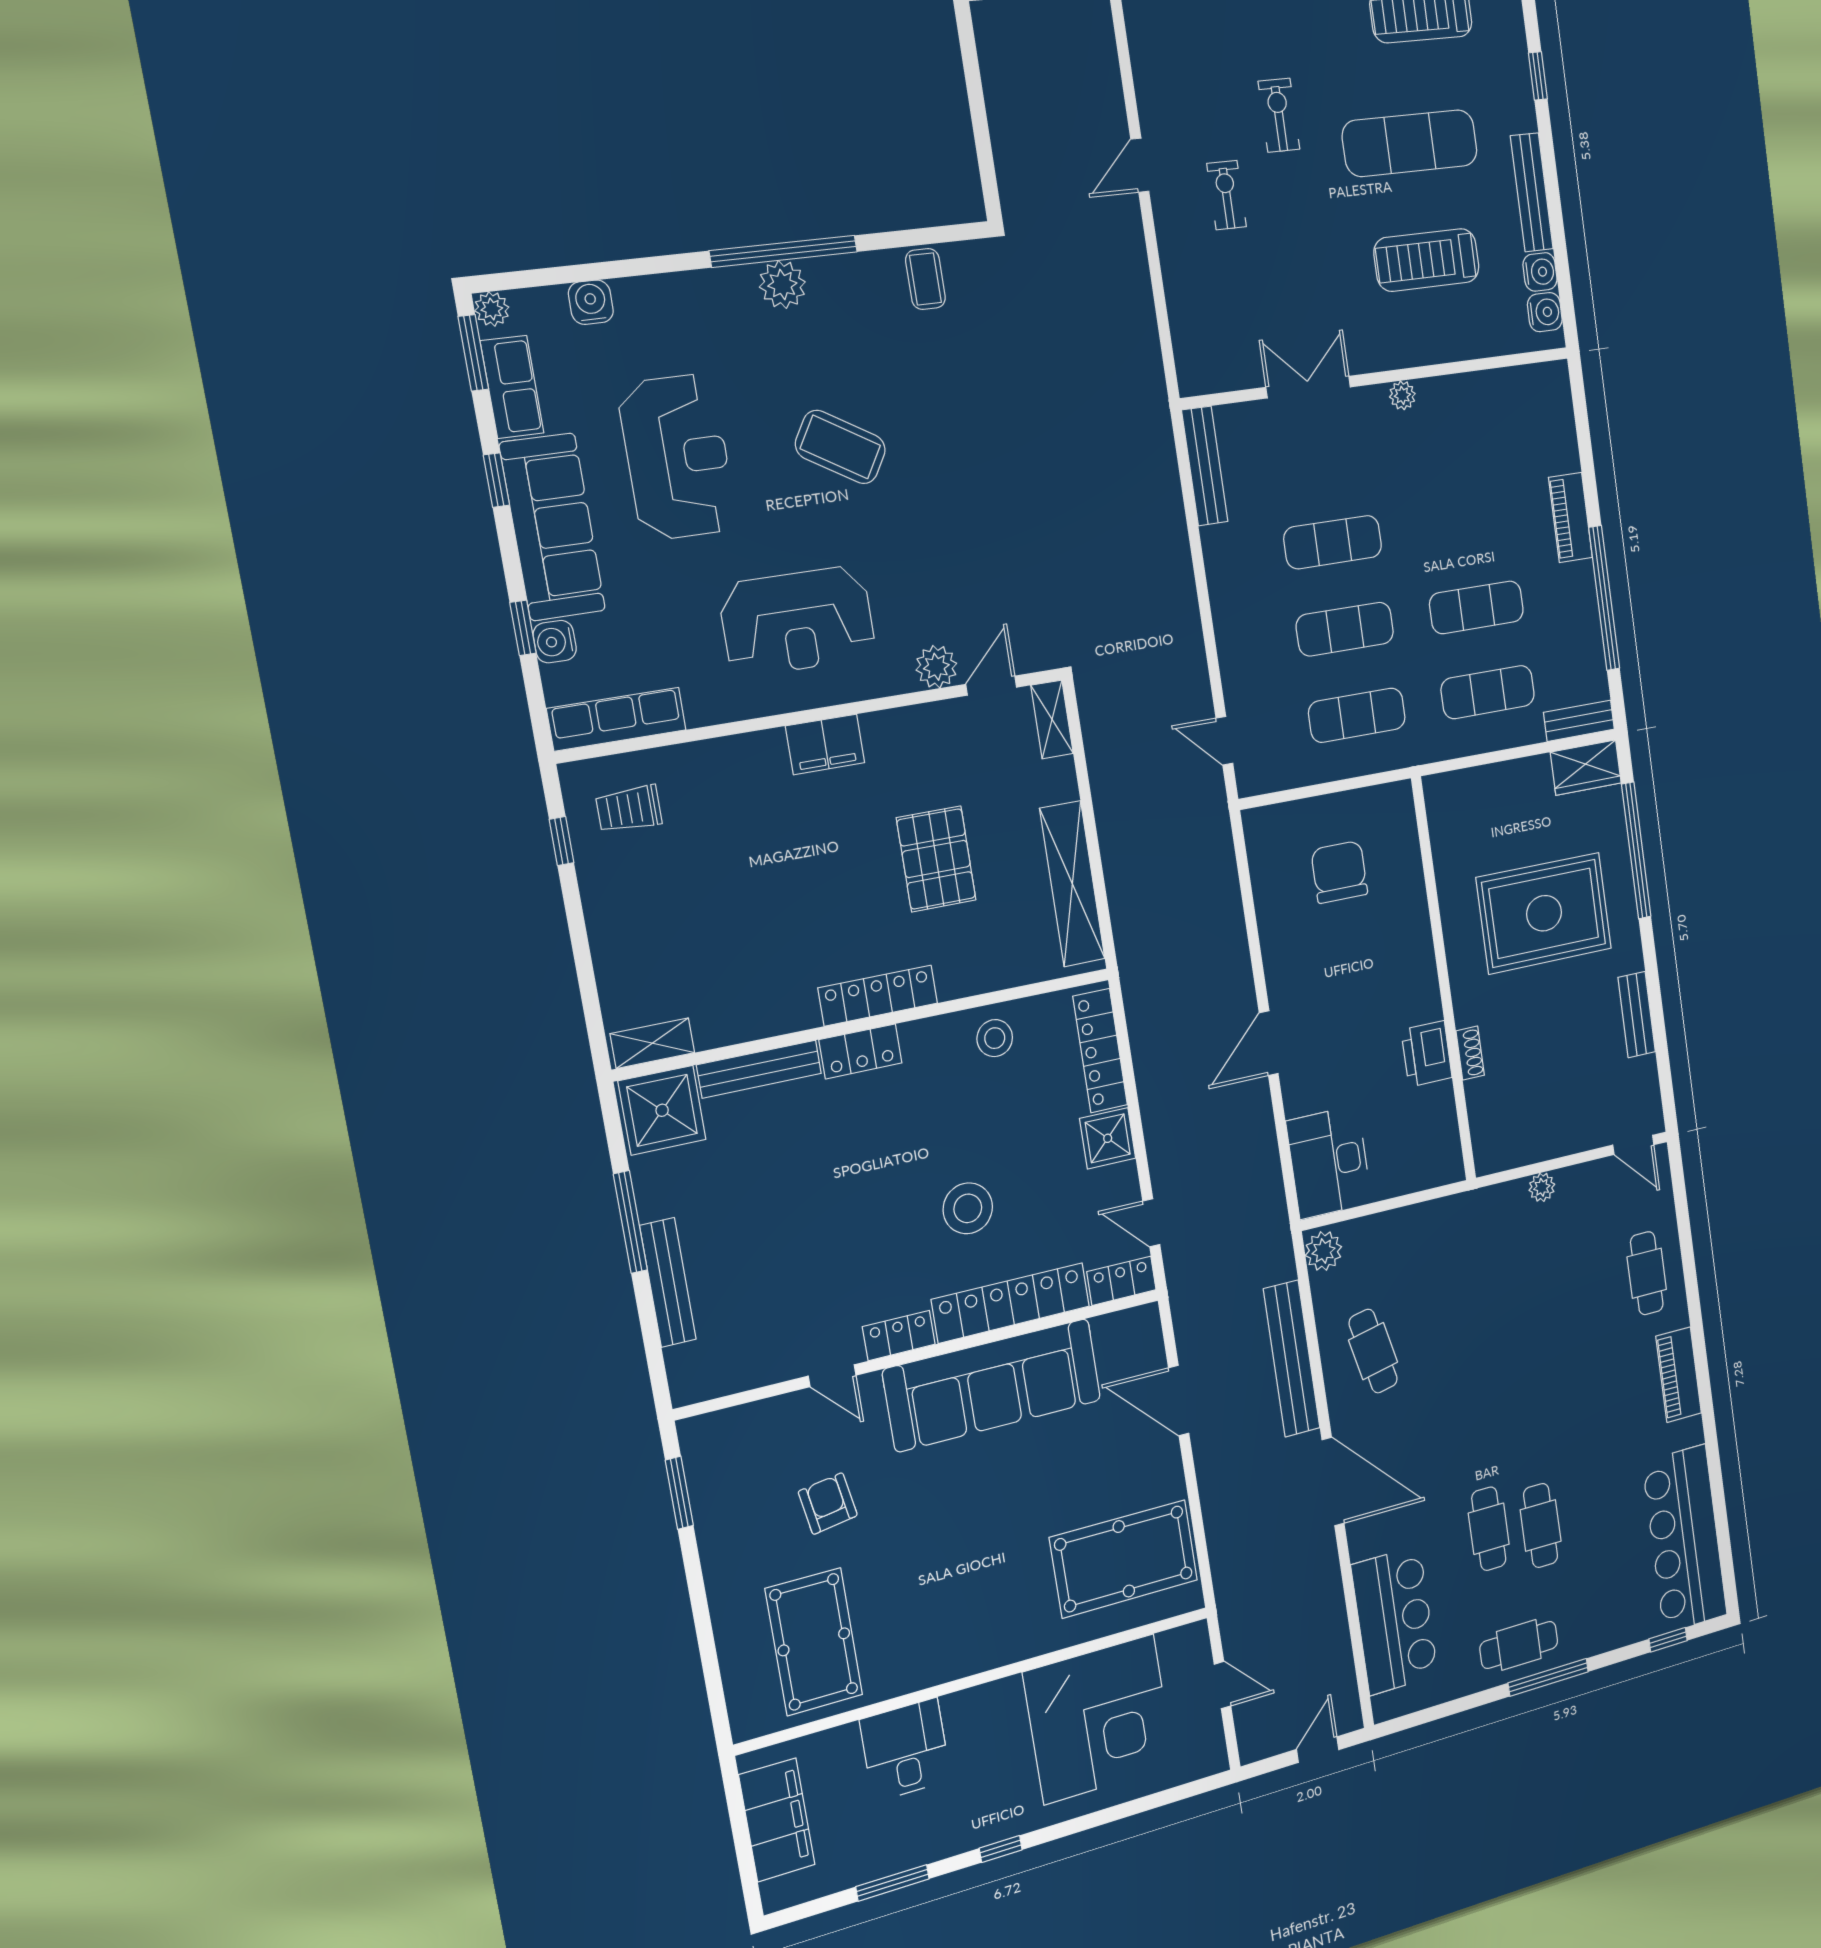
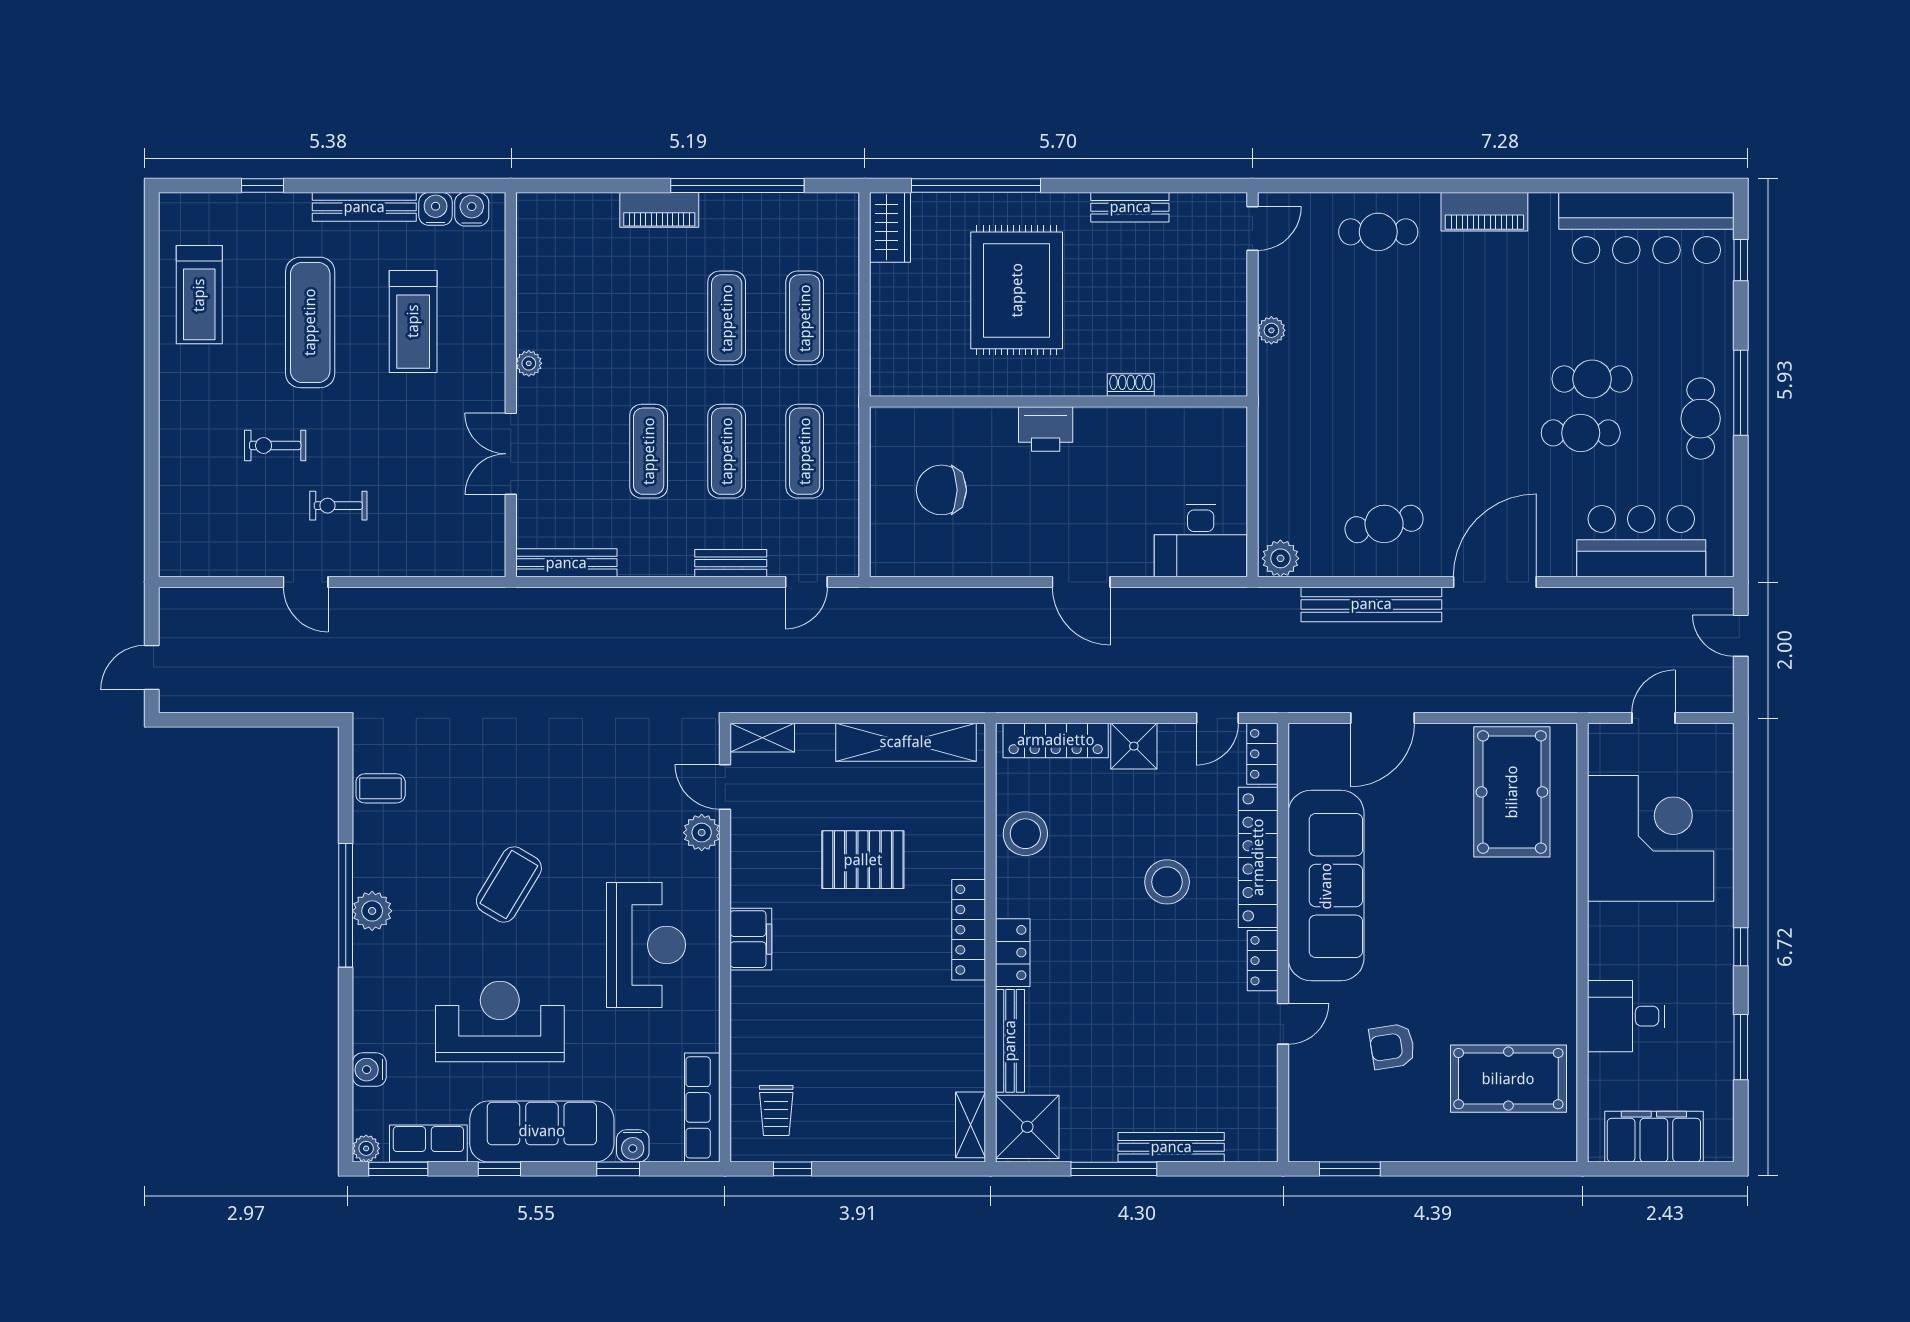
bench: (1579, 721) -> (731, 563), moved, turned 90
stool: (995, 1038) -> (1025, 834), width x1.38, depth x1.38
printer: (1427, 1054) -> (1046, 429), moved

